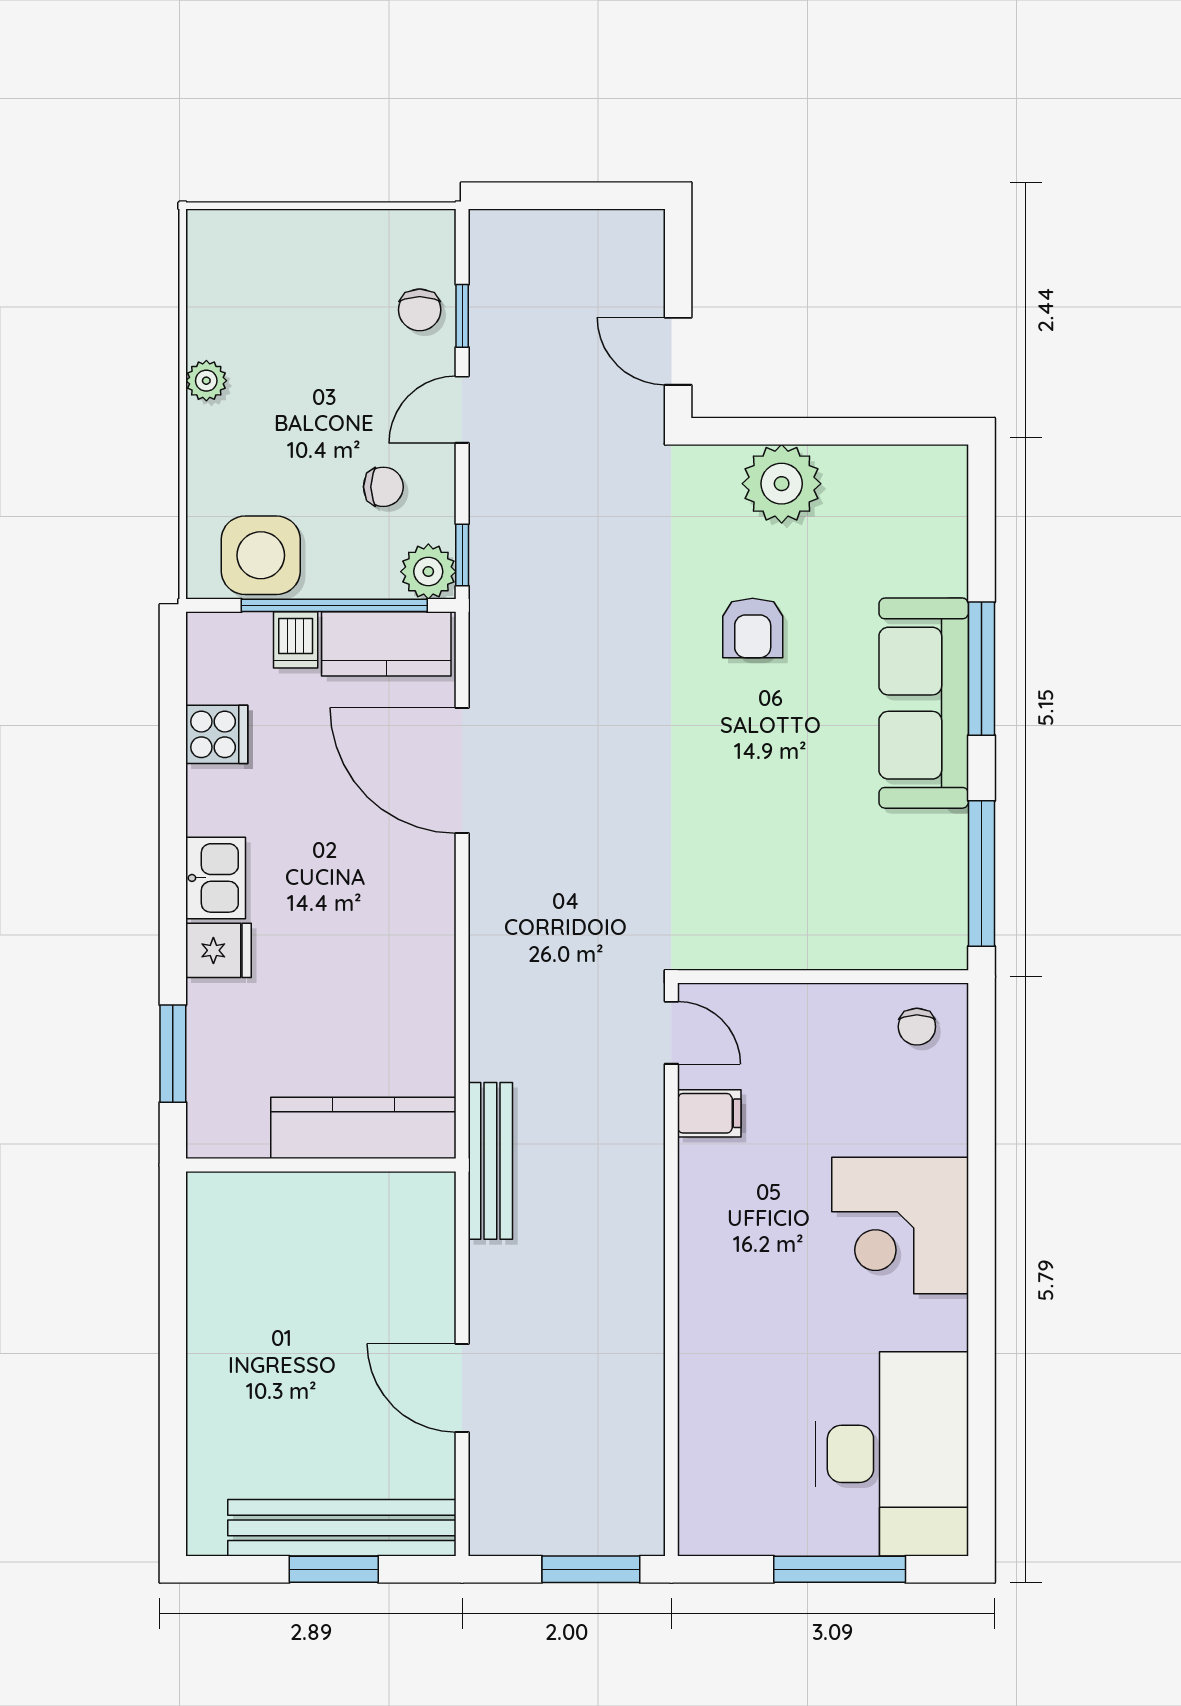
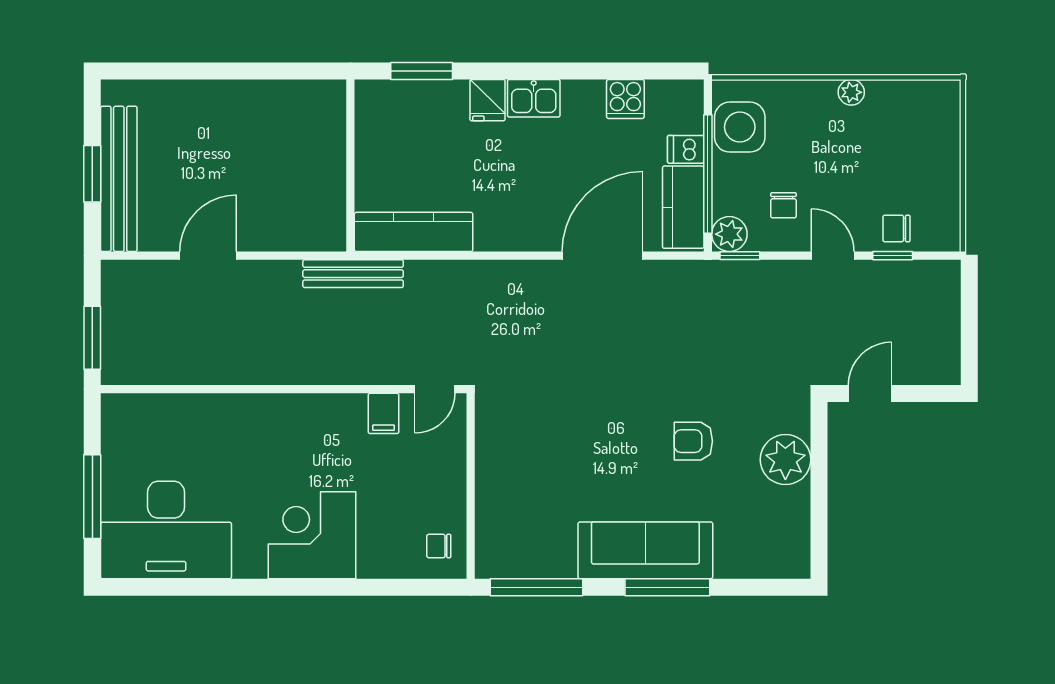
kitchen counter: (363, 1128) -> (414, 232), moved, turned -90

